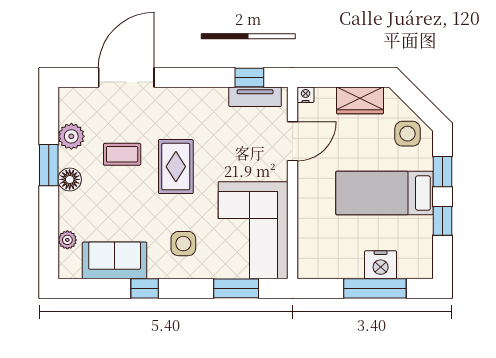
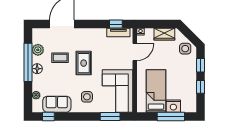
window: (49, 165) -> (28, 62), width x2.11
bed: (385, 193) -> (156, 91), moved, turned 90
window: (145, 288) -> (48, 116), moved

